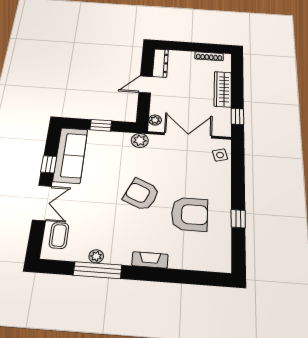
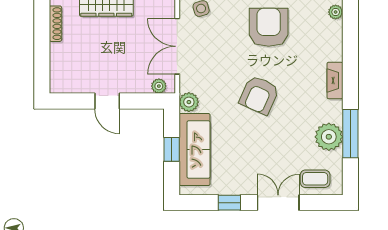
dresser: (160, 63) -> (72, 85), removed
sofa: (70, 155) -> (195, 150), moved, turned 90
armchair: (190, 214) -> (269, 27), moved
plant: (96, 256) -> (329, 137), width x1.87, depth x1.87
plant: (216, 265) -> (336, 12), added

